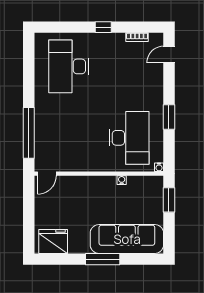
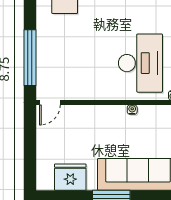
fridge: (53, 241) -> (70, 177), moved

